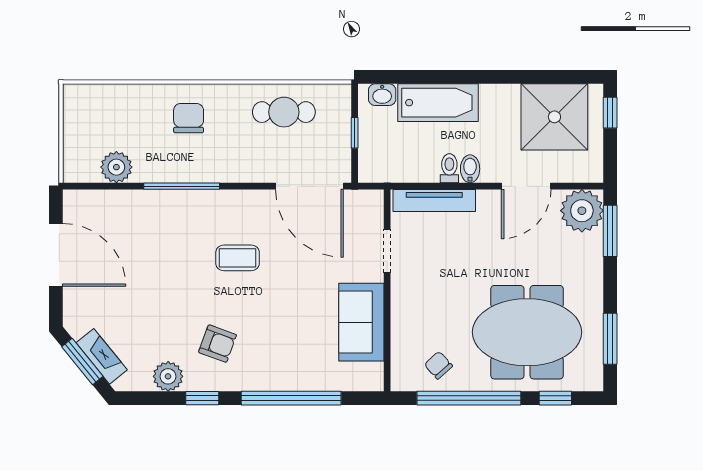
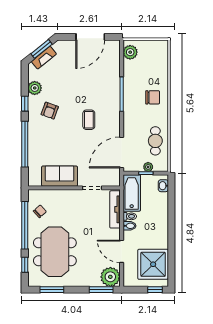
bathtub: (438, 103) -> (132, 193), moved, turned 180
plant: (341, 128) -> (148, 167), added
plant: (116, 167) -> (130, 52), moved

